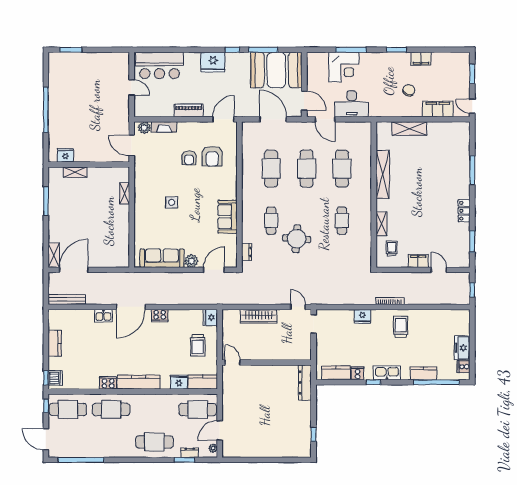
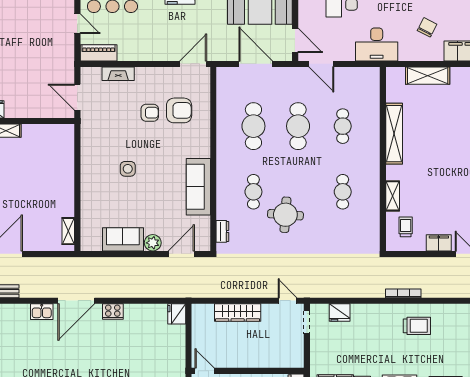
desk: (352, 104) -> (377, 44), moved
piano: (189, 110) -> (99, 53), moved
plant: (144, 128) -> (93, 75), removed
armchair: (212, 156) -> (179, 110), turned -90
armchair: (189, 158) -> (150, 113), turned -90
cafe table: (342, 169) -> (343, 126), width x0.73, depth x0.74
shelving: (124, 193) -> (68, 231), moved
sofa: (228, 217) -> (198, 187), width x1.36
sofa: (162, 258) -> (123, 239), width x0.73
fridge: (362, 316) -> (340, 313), moved
trolley: (401, 327) -> (417, 326), turned 90
trolley: (198, 345) -> (161, 349), removed

